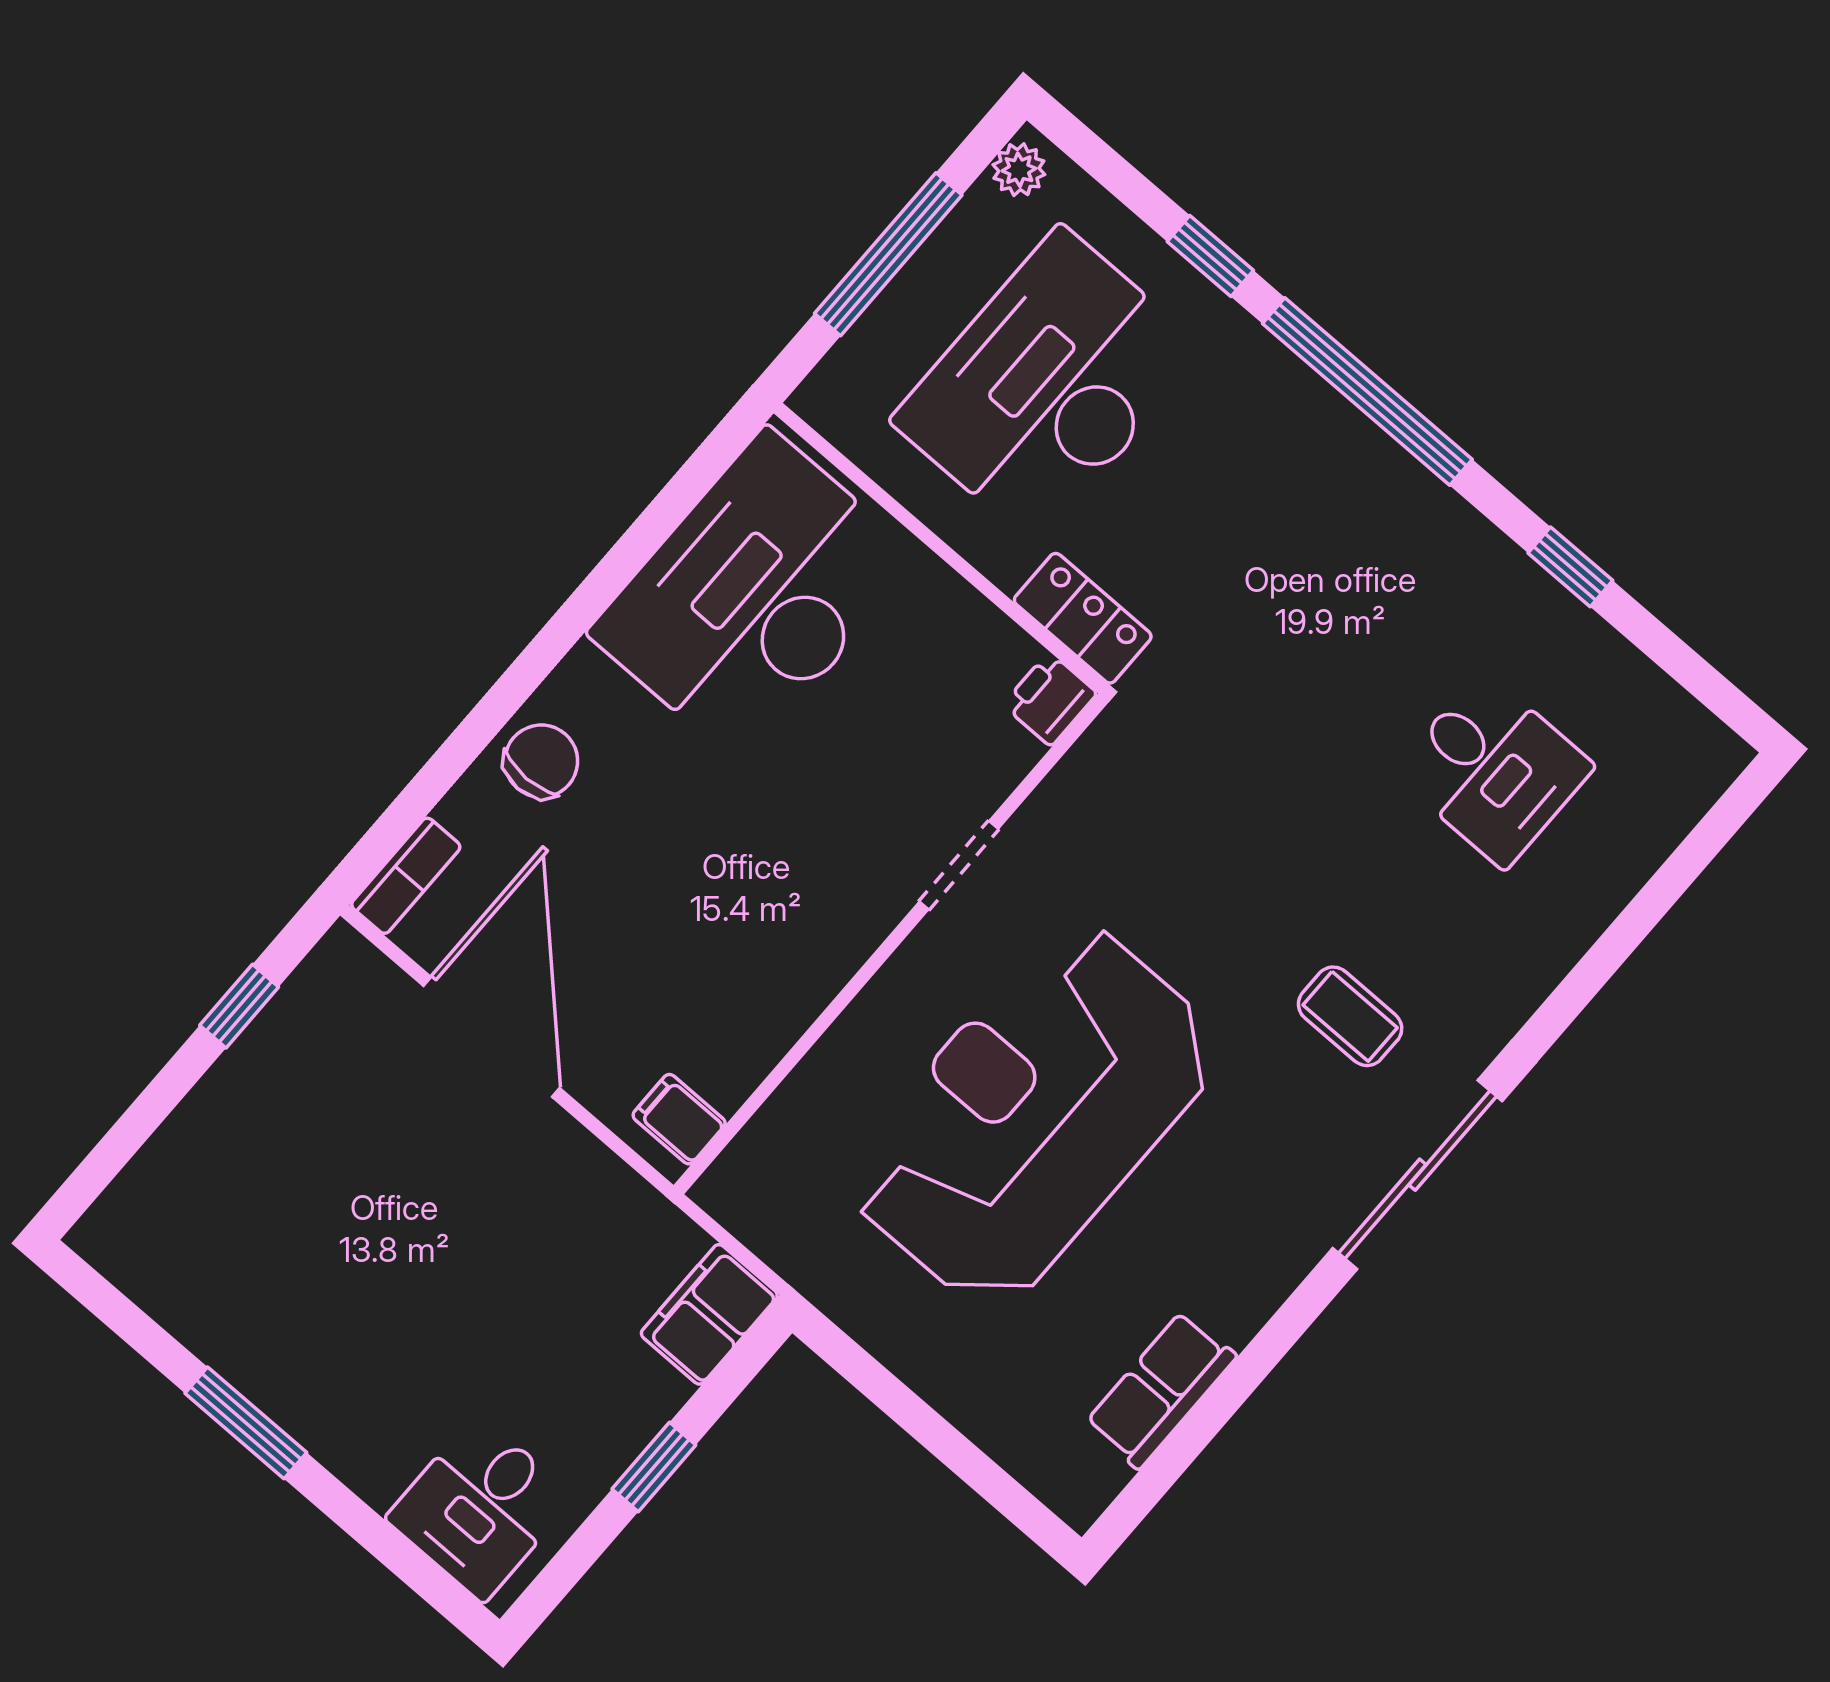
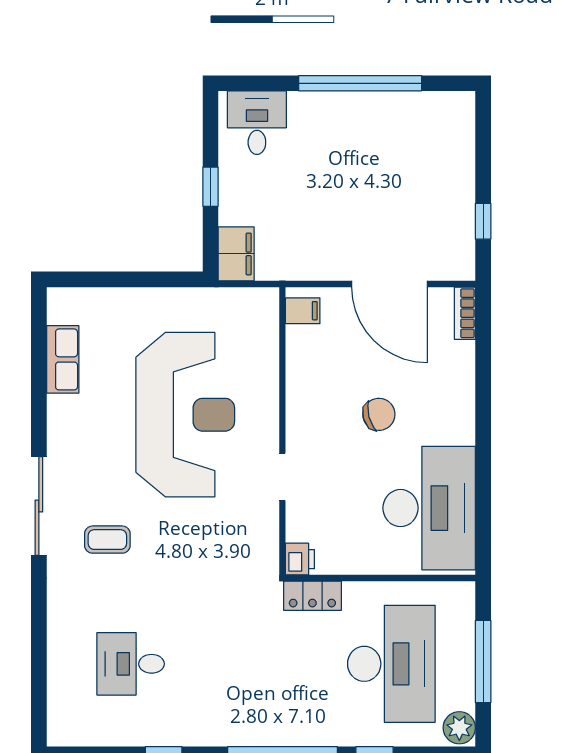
plant: (1019, 170) -> (459, 728), width x1.38, depth x1.38
chair: (541, 761) -> (379, 414), moved, turned -105
window: (246, 1423) -> (360, 83), width x2.11

